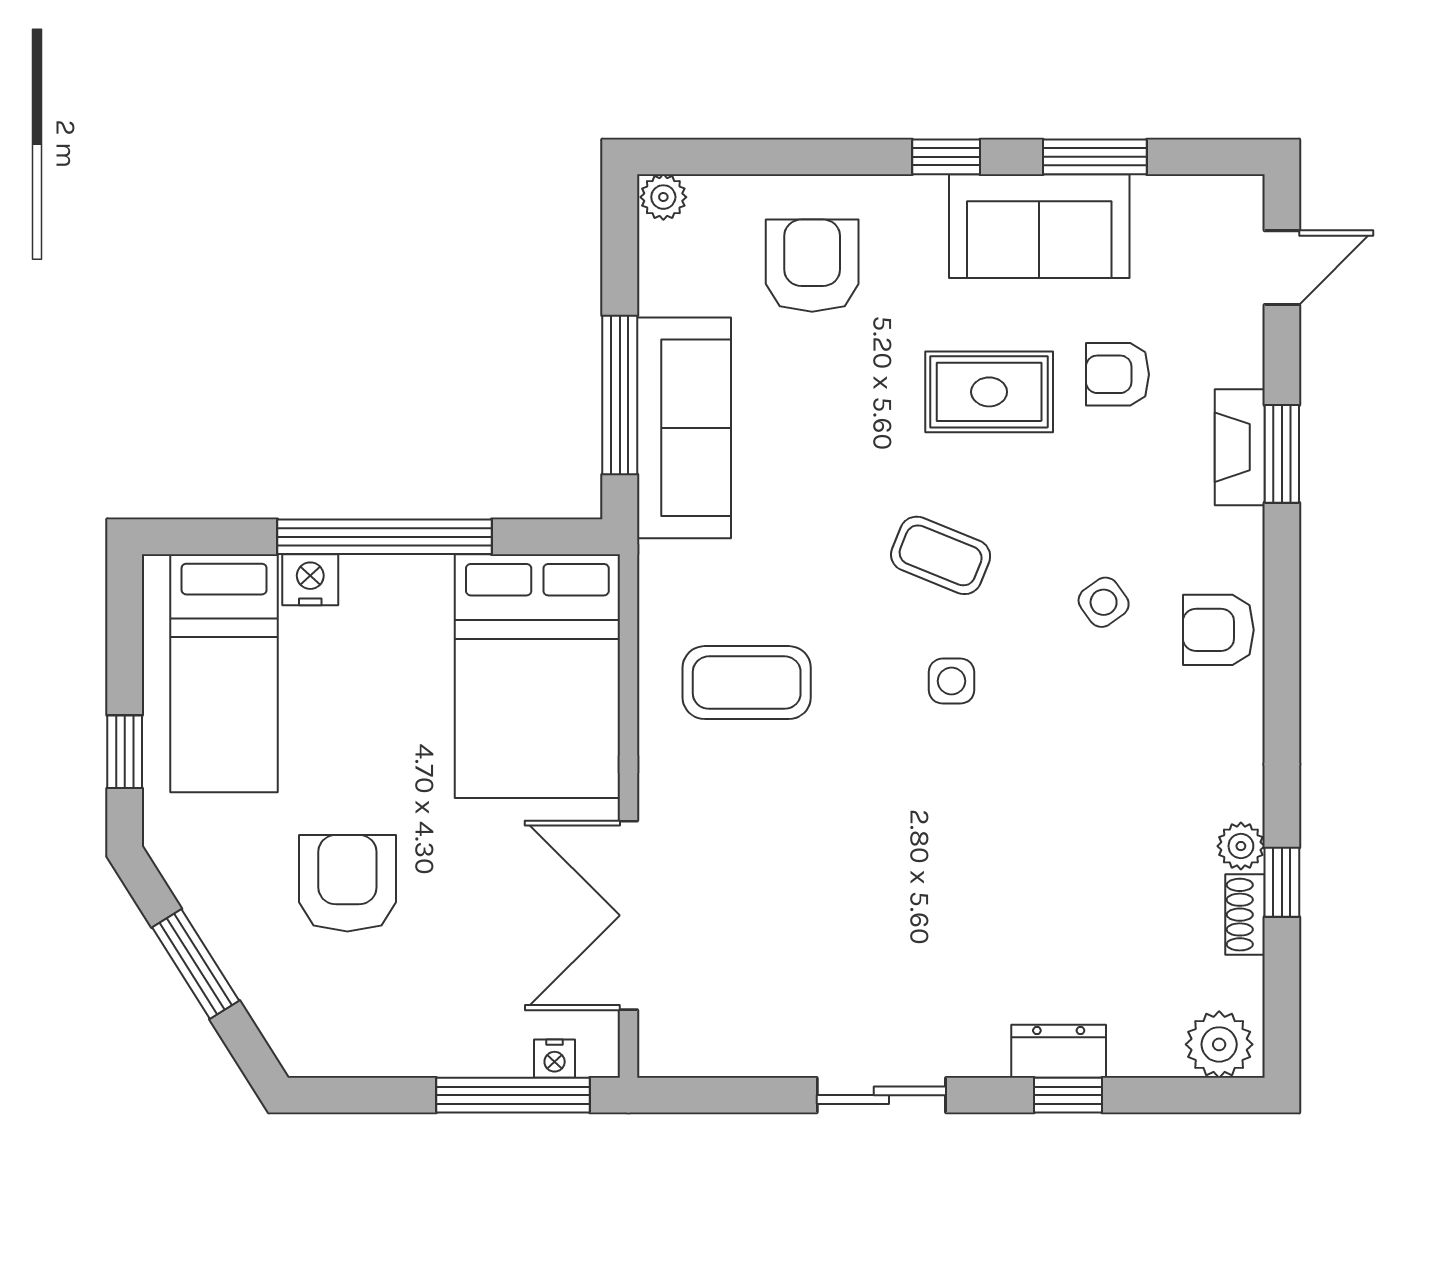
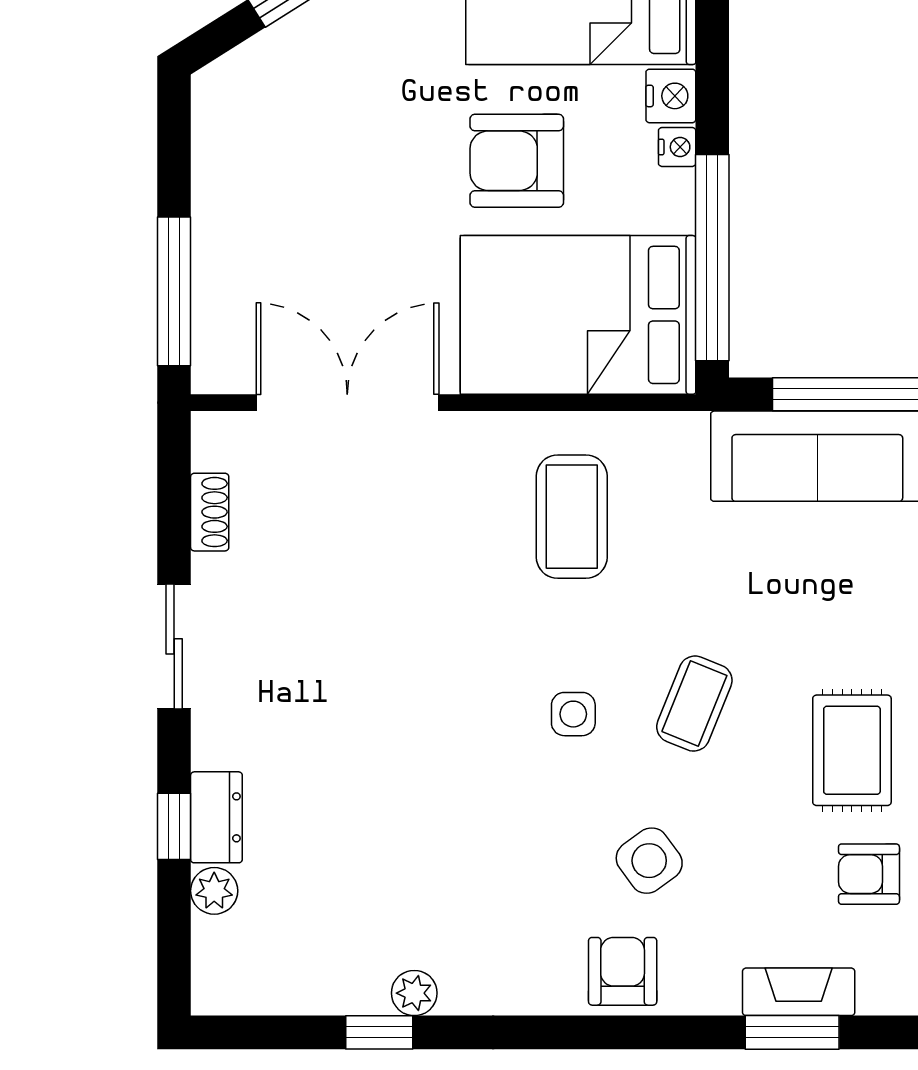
armchair: (1118, 374) -> (869, 874), turned -90
window: (384, 537) -> (712, 258), moved
side table: (1104, 602) -> (649, 861), width x1.37, depth x1.37
armchair: (347, 883) -> (517, 161), moved, turned 180
shoe rack: (1245, 915) -> (210, 512), moved, turned 90
plant: (1219, 1044) -> (214, 891), moved, width x0.73, depth x0.73
nightstand: (555, 1059) -> (677, 147), moved, turned 180

